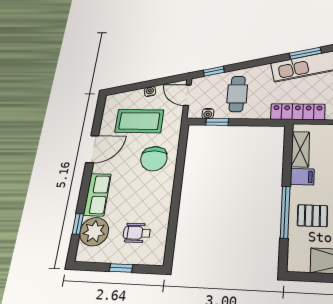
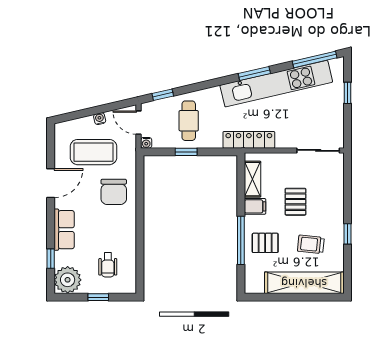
water cooler: (208, 114) -> (146, 143), moved
window: (217, 122) -> (186, 152), moved
plant: (94, 232) -> (68, 280), moved
wheelchair: (137, 233) -> (108, 265), turned -90

